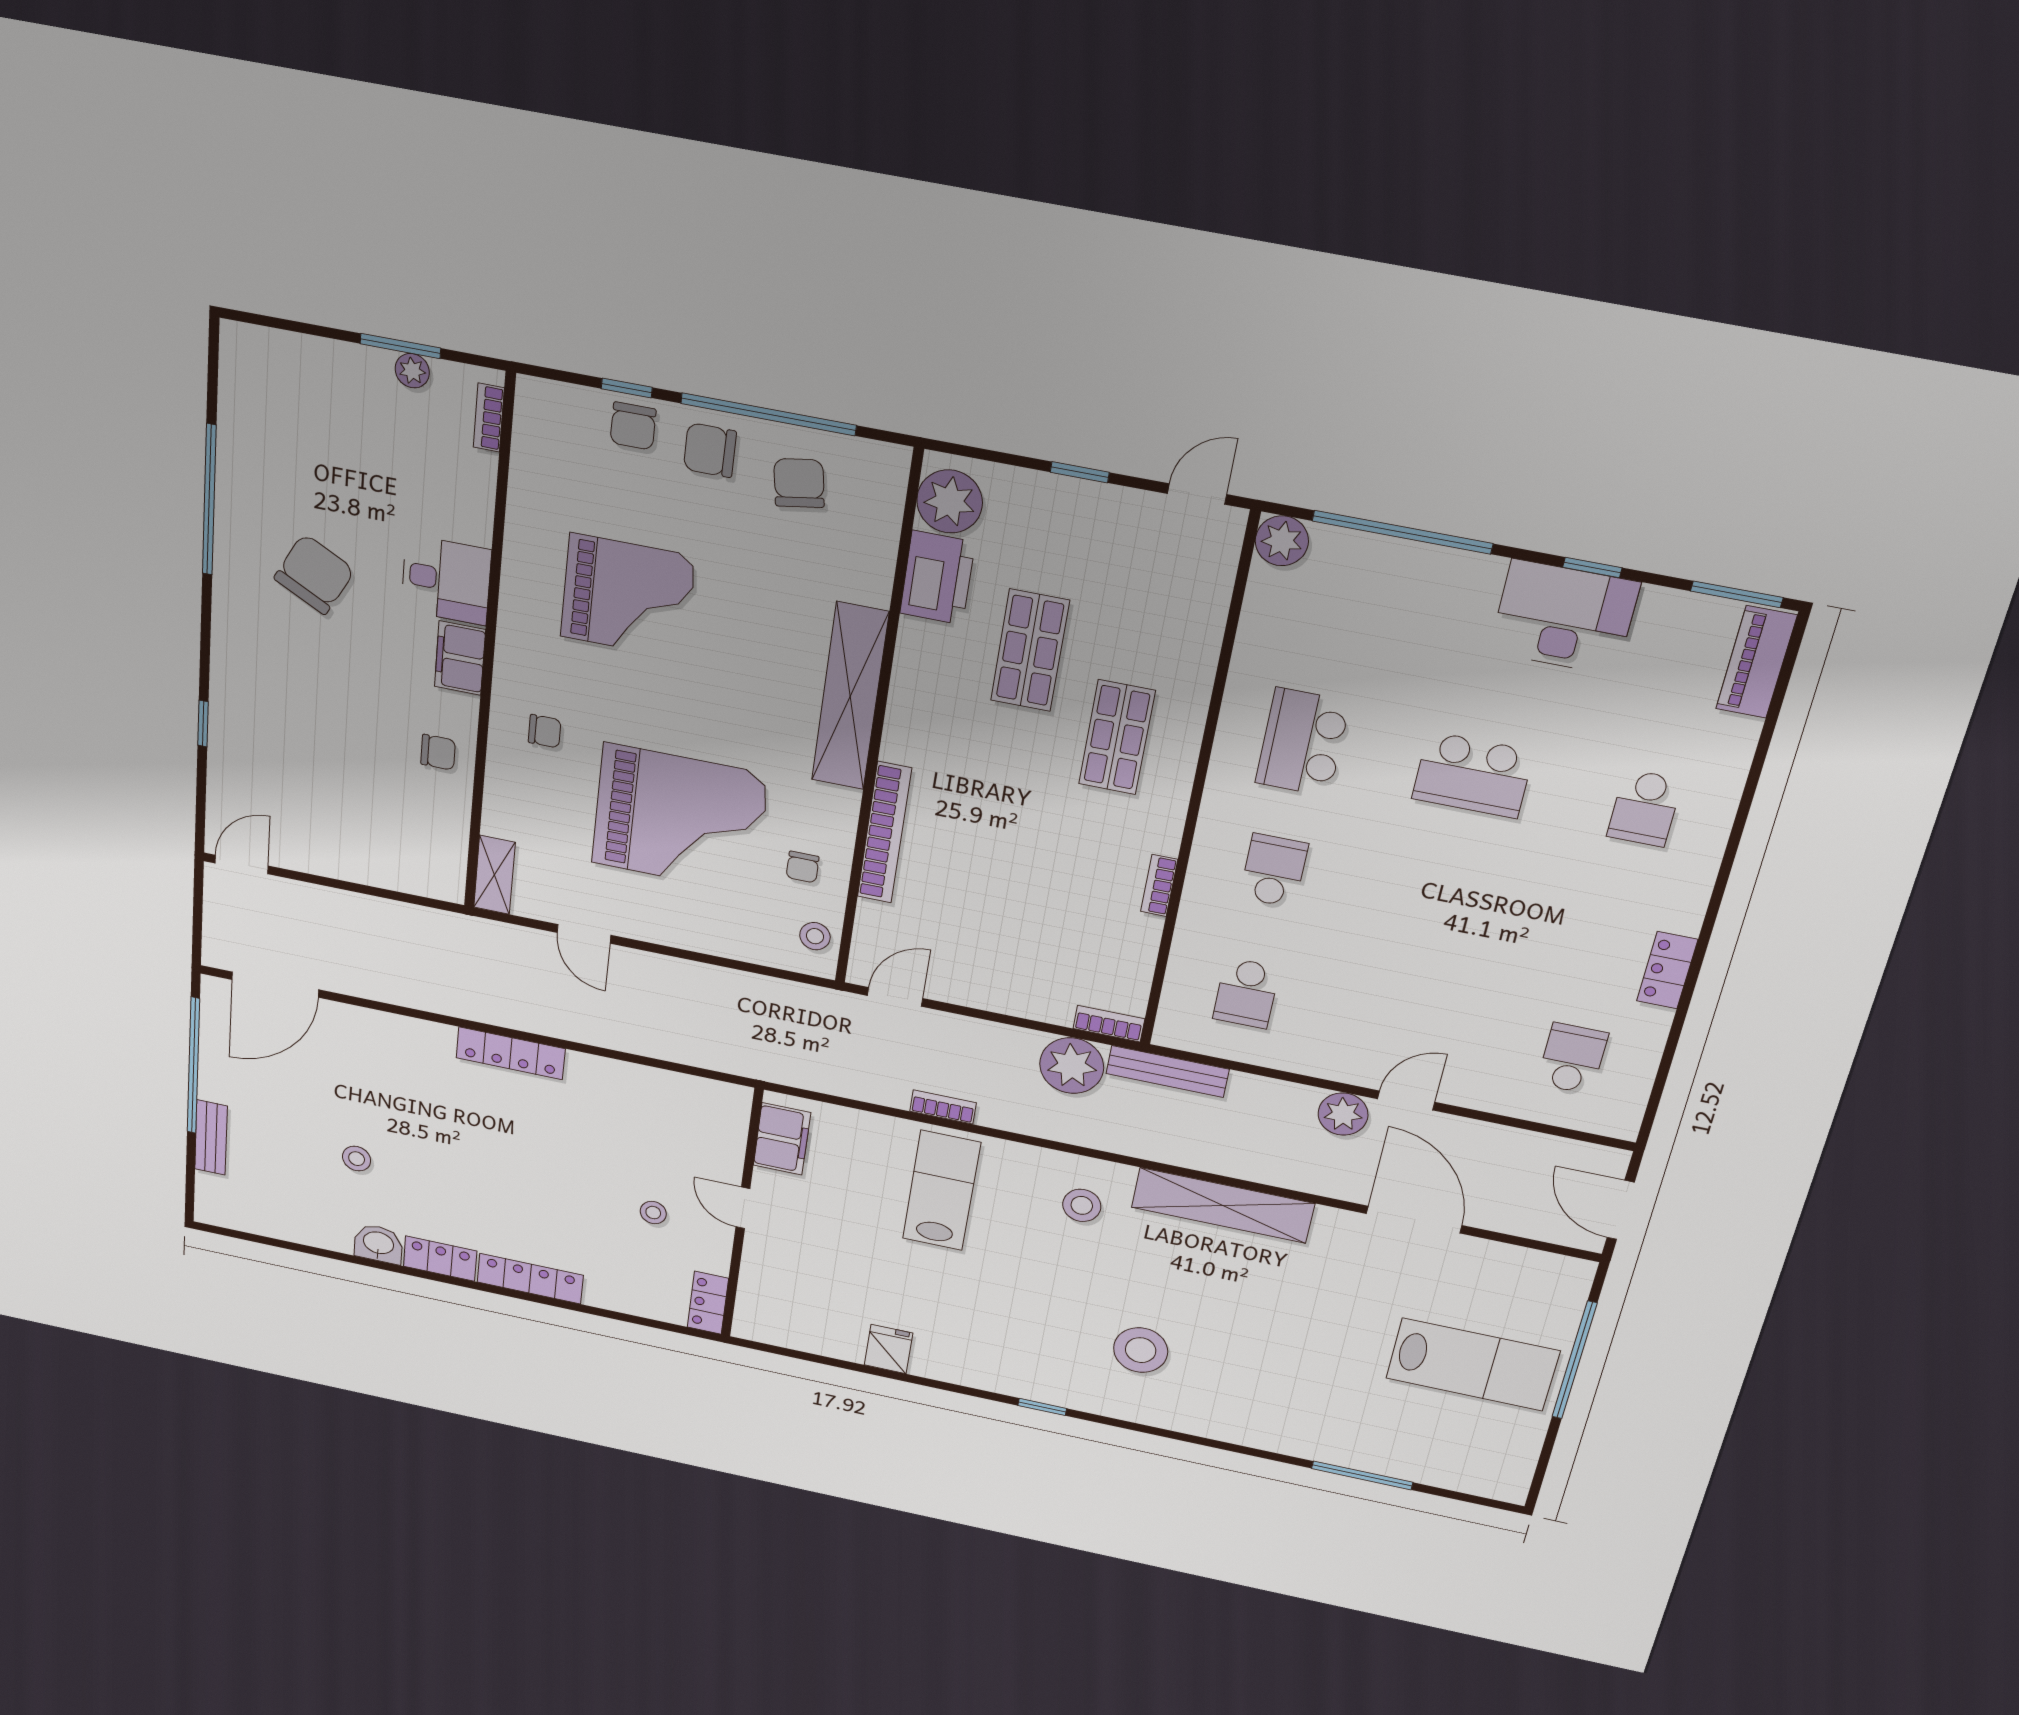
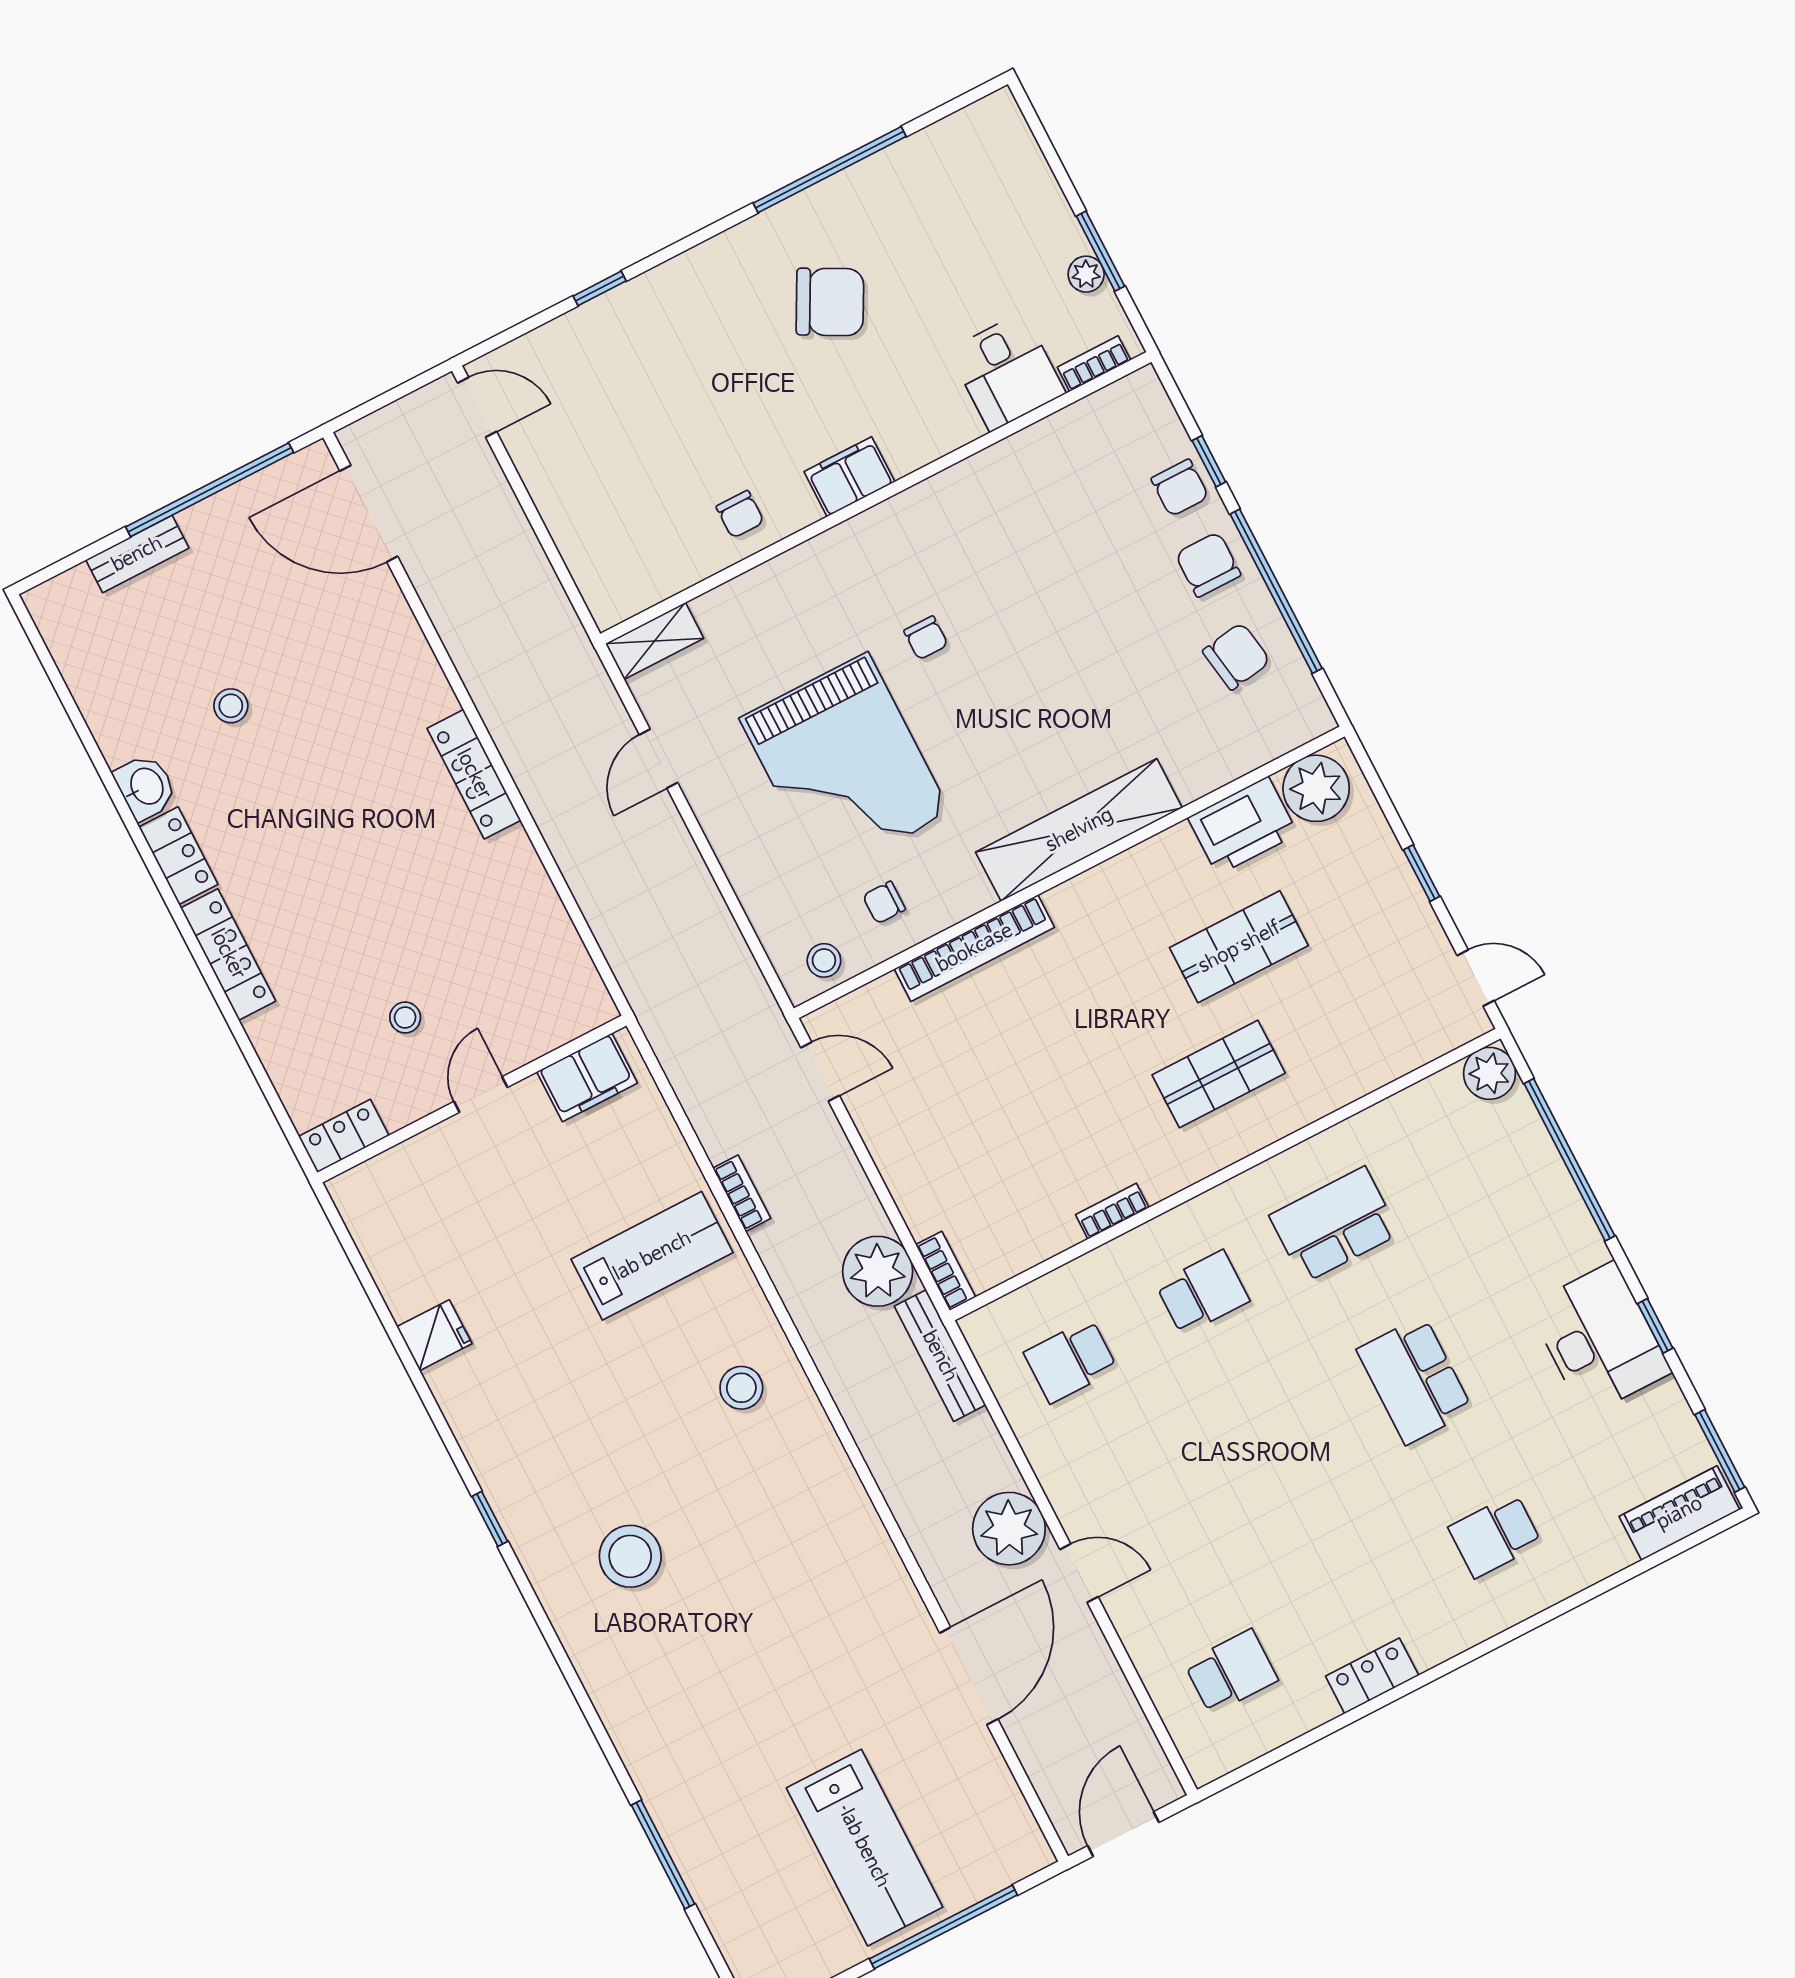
chair: (633, 426) -> (1180, 488), turned -90
desk: (446, 580) -> (1007, 372), moved
grand piano: (628, 596) -> (1023, 583), removed
chair: (545, 731) -> (926, 638), moved
plant: (1343, 1114) -> (1009, 1529), width x1.36, depth x1.36
shelving: (1223, 1205) -> (845, 1507), removed

